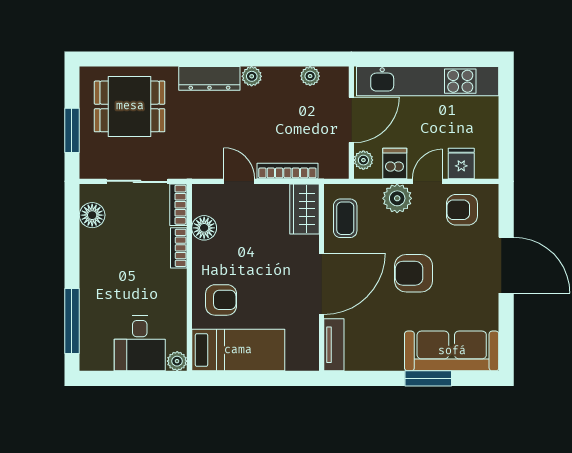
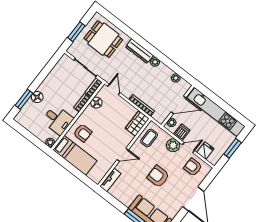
window: (506, 122) -> (233, 148), added
door: (239, 181) -> (114, 90), moved
floor lamp: (92, 215) -> (37, 97), moved
door: (321, 284) -> (123, 155), width x0.53
window: (72, 321) -> (24, 99), width x0.69
desk: (140, 343) -> (58, 120), moved, turned -90

